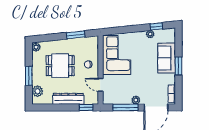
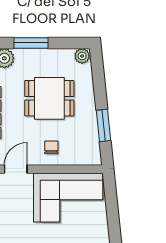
dining table: (60, 66) -> (49, 98), turned 90

